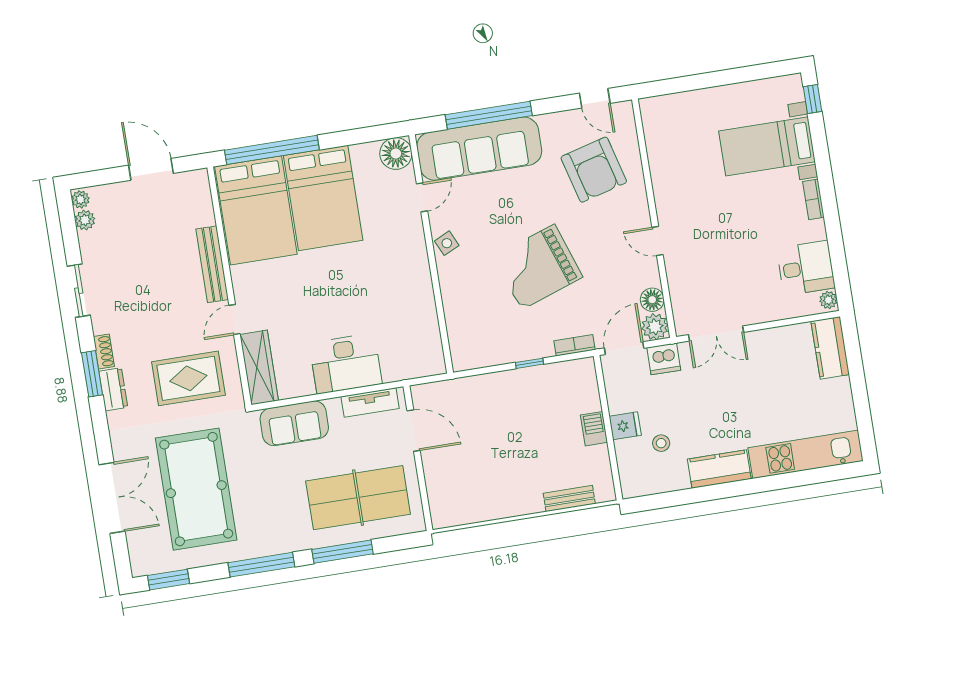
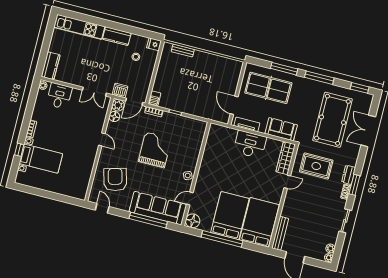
window: (812, 99) -> (19, 150), moved
window: (272, 150) -> (222, 239), moved
bench: (212, 264) -> (280, 233), moved
grand piano: (538, 267) -> (155, 150), turned -71
desk: (806, 268) -> (59, 96), moved, turned 90
double door: (716, 333) -> (94, 92), swing flipped
fridge: (625, 426) -> (154, 44), moved
barbecue: (594, 429) -> (154, 98), moved

